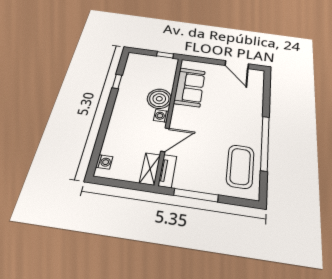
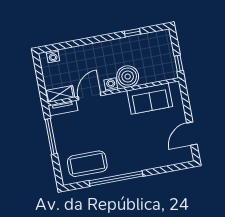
door: (165, 140) -> (89, 96), swing flipped

